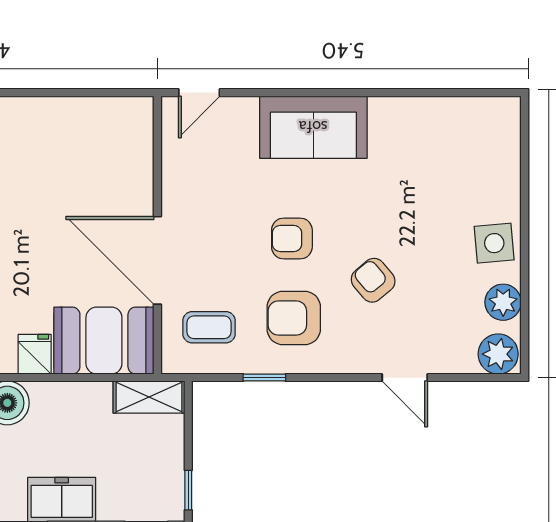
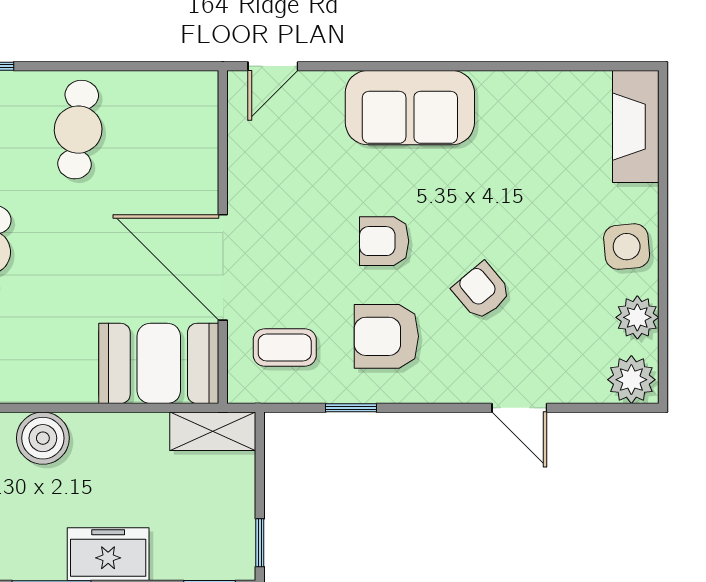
fireplace: (502, 143) -> (636, 127), added
cafe table: (37, 145) -> (78, 130), added
fridge: (35, 354) -> (76, 380), removed

